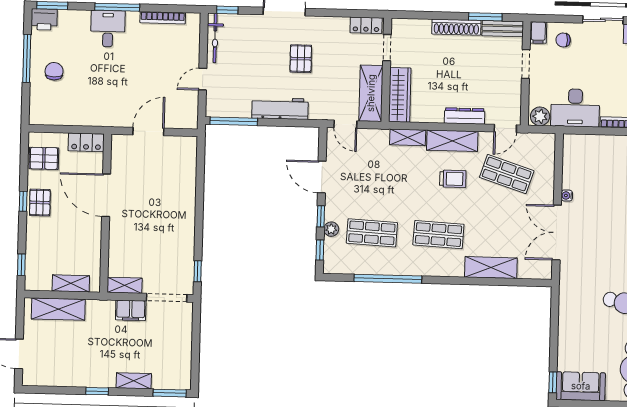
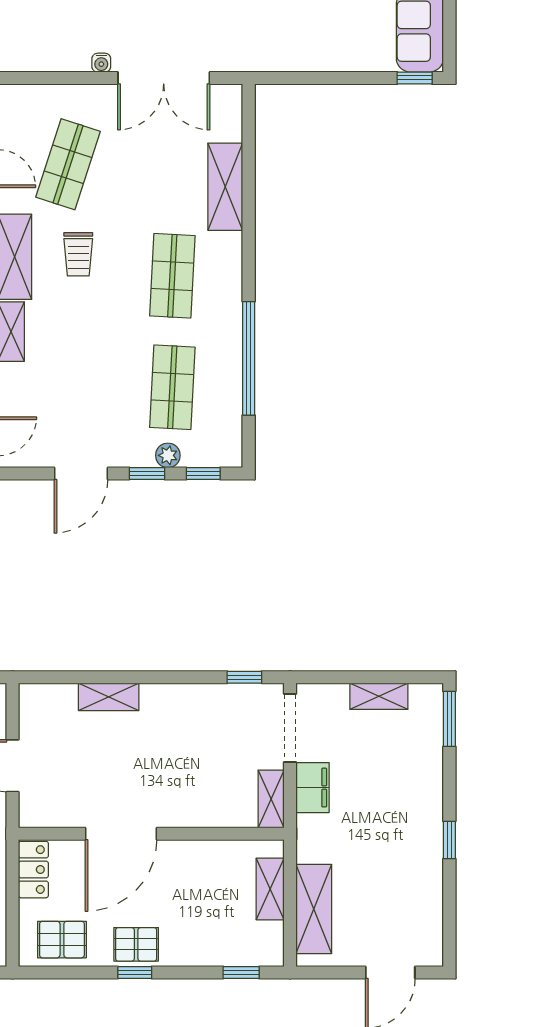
pallet: (44, 158) -> (62, 940), turned 90
trolley: (453, 179) -> (78, 254), turned 180
shelving: (188, 190) -> (109, 697), added
shelving: (134, 381) -> (379, 696), moved, turned 90

